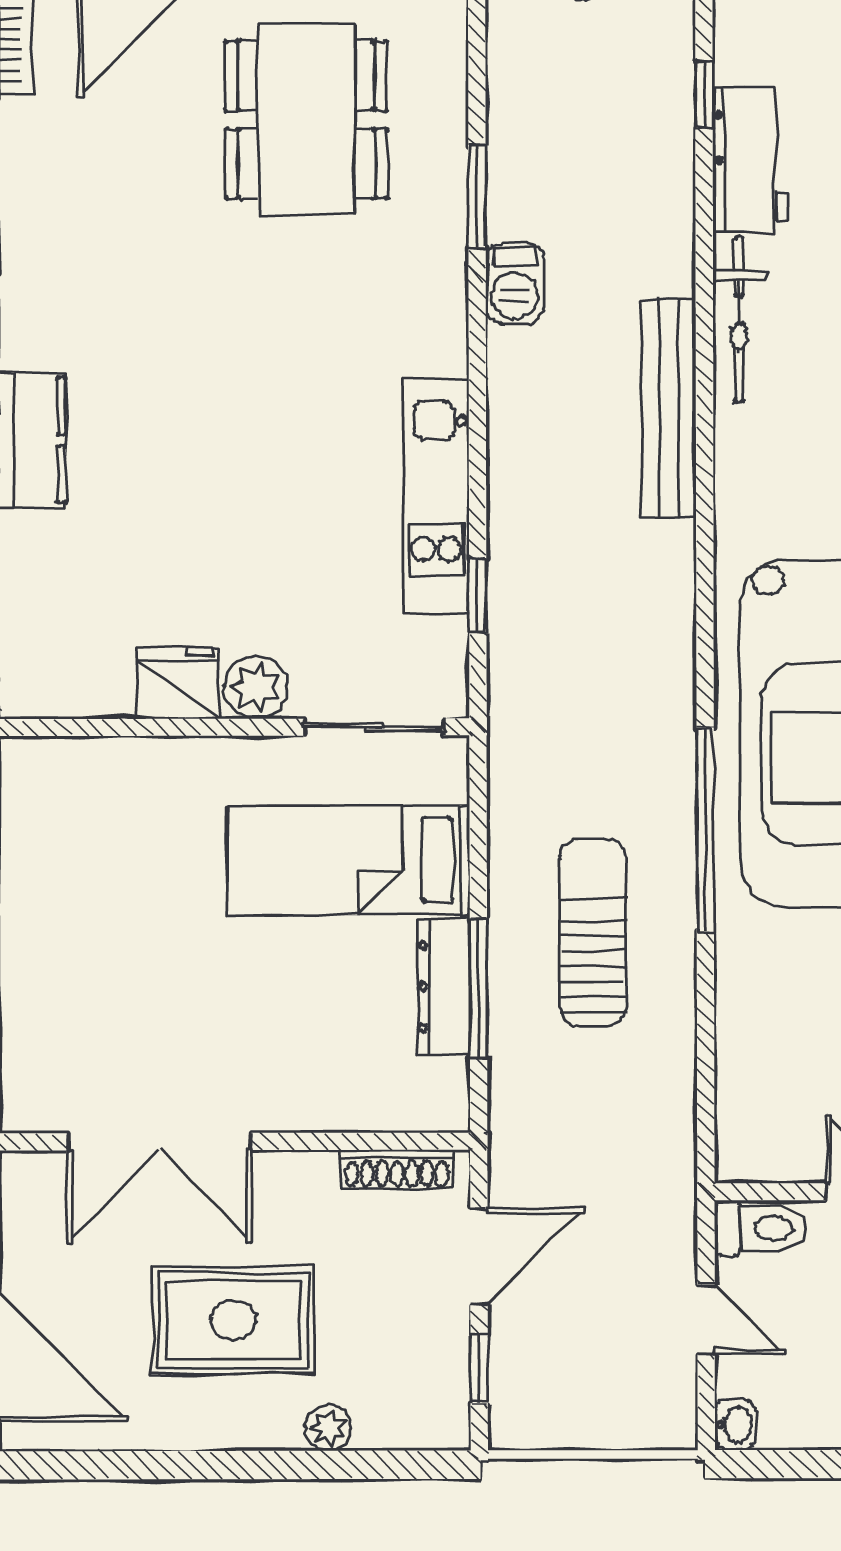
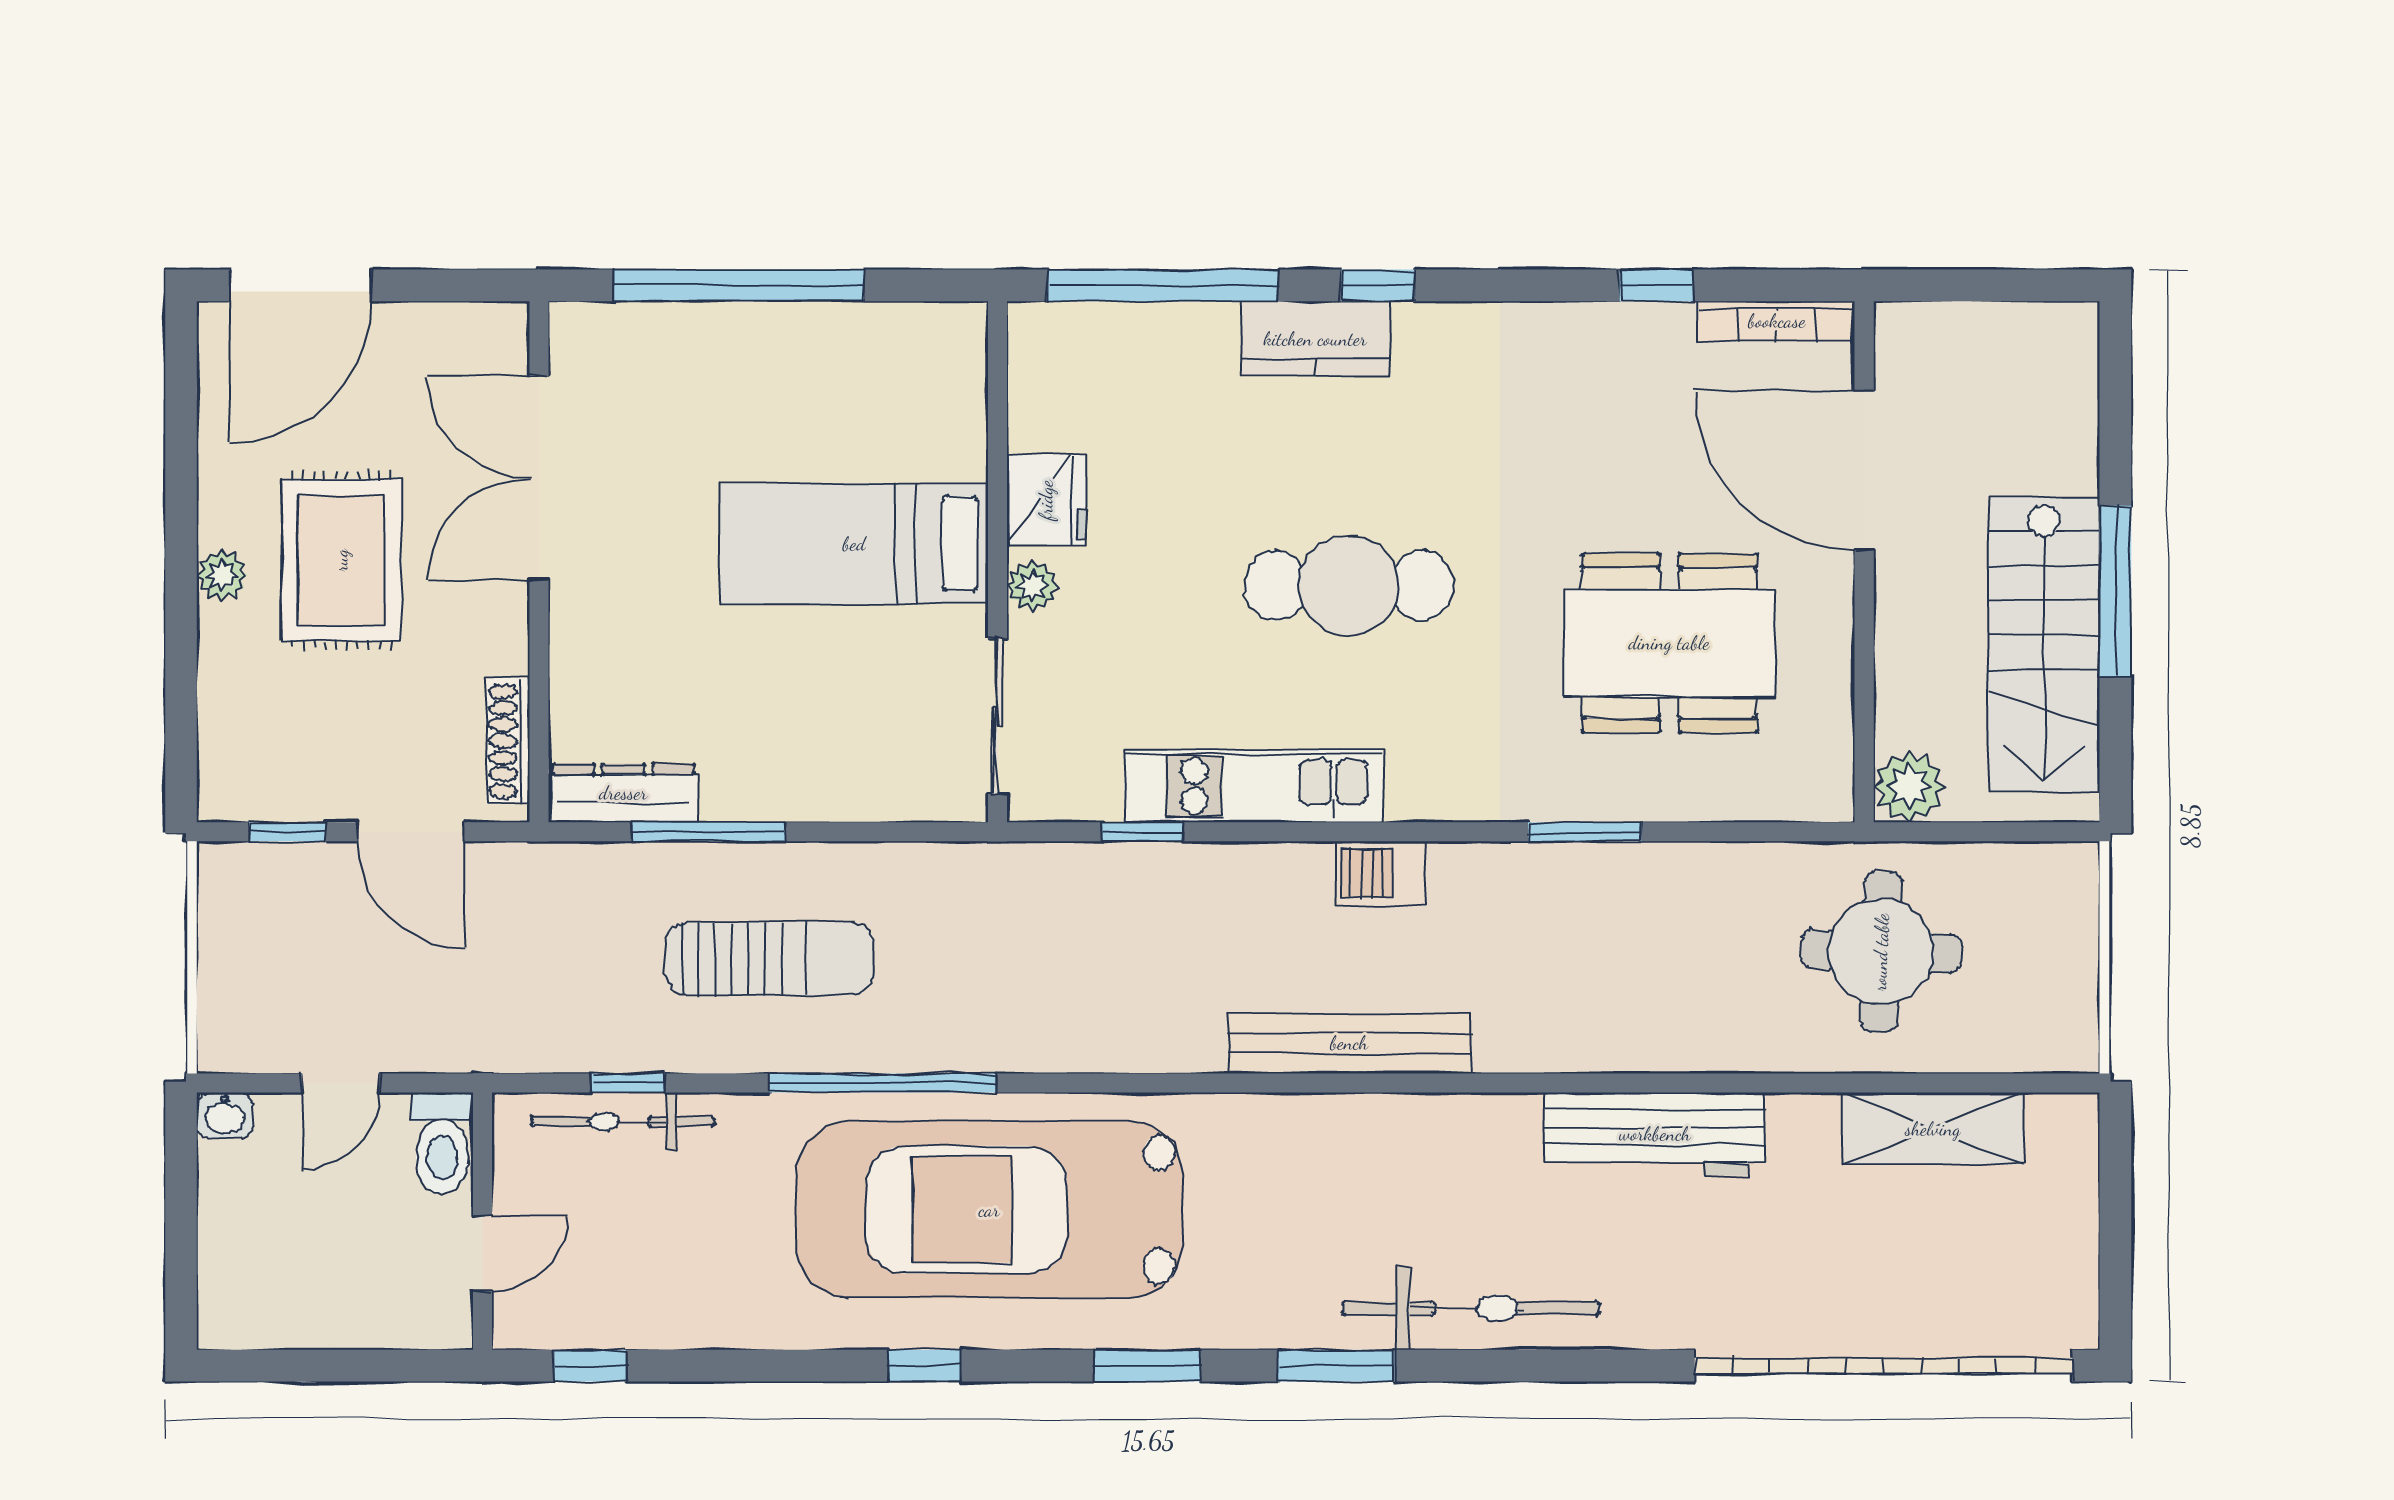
window: (704, 94) -> (628, 1083), moved
workbench: (750, 160) -> (1655, 1134), width x1.38
barbecue: (515, 283) -> (1380, 873), moved
bicycle: (739, 319) -> (623, 1121), moved
cafe table: (255, 410) -> (1349, 585), added
plant: (256, 687) -> (1032, 586), width x0.73, depth x0.73
bed: (349, 860) -> (854, 544), moved, turned -90
dresser: (443, 987) -> (623, 793), moved
plant: (328, 1428) -> (222, 575), moved

